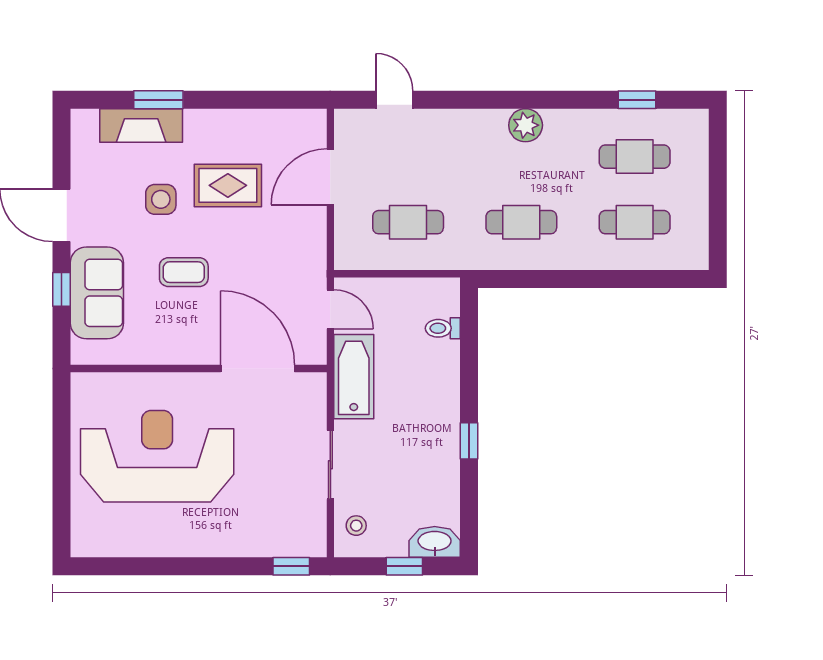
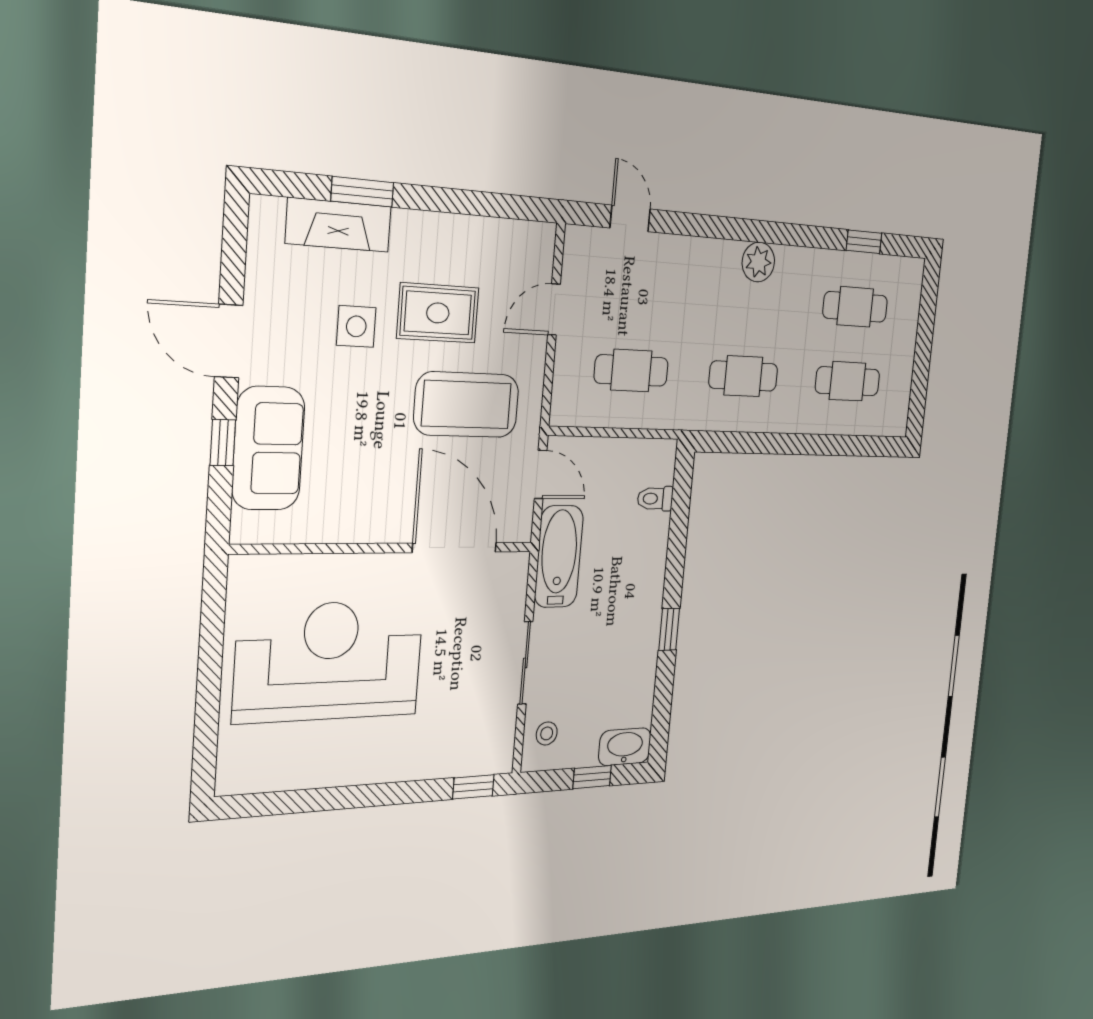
door: (330, 177) -> (554, 310), width x0.73
coffee table: (184, 272) -> (467, 405), moved, width x1.86, depth x1.72

